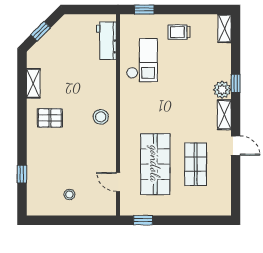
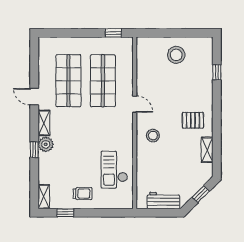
window: (144, 10) -> (65, 213), moved
workbench: (106, 41) -> (163, 201), moved, turned -90
stool: (101, 117) -> (153, 136), moved
shop shelf: (196, 164) -> (68, 81), width x1.43, depth x1.36
door: (118, 182) -> (135, 104), moved
stool: (69, 195) -> (176, 55), width x1.89, depth x1.89

